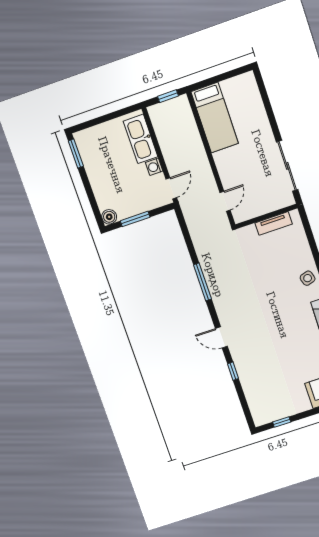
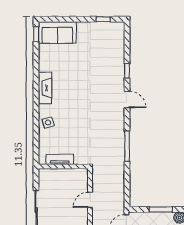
wall: (266, 216) -> (63, 166), moved
tv unit: (274, 223) -> (60, 159), moved

